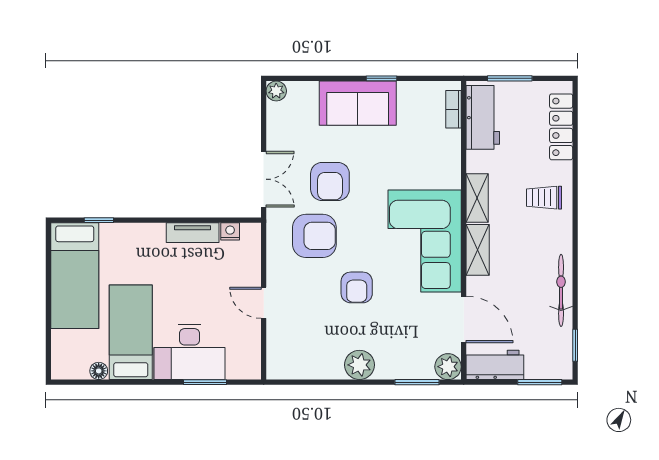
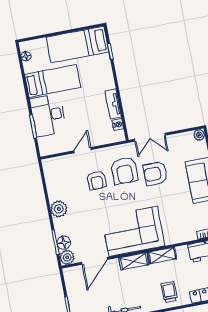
armchair: (357, 287) -> (97, 180), moved, turned -90
workbench: (495, 365) -> (73, 283), removed
floor lamp: (421, 368) -> (64, 243), added
floor lamp: (99, 371) -> (26, 56), moved

